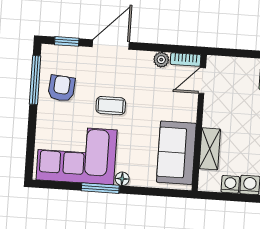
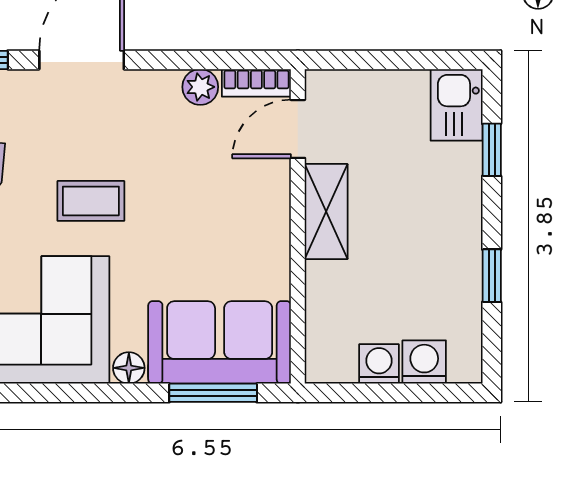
shelving: (210, 149) -> (326, 212), moved
sofa: (176, 153) -> (220, 342), moved, turned 90
window: (100, 188) -> (213, 393), moved

